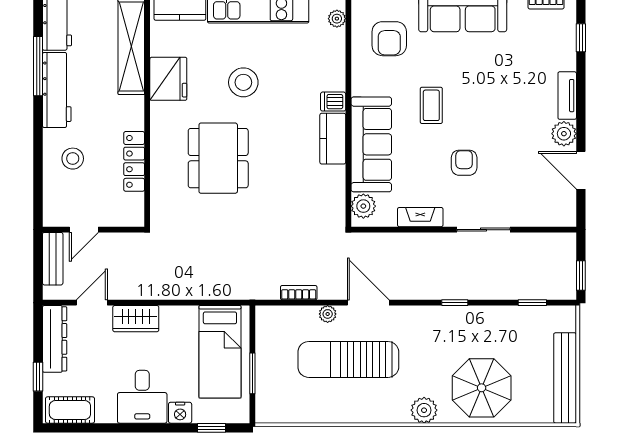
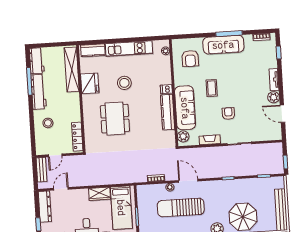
kitchen counter: (333, 139) -> (168, 112), width x1.50
locker: (134, 161) -> (77, 137), moved
wardrobe: (136, 319) -> (99, 194), moved

